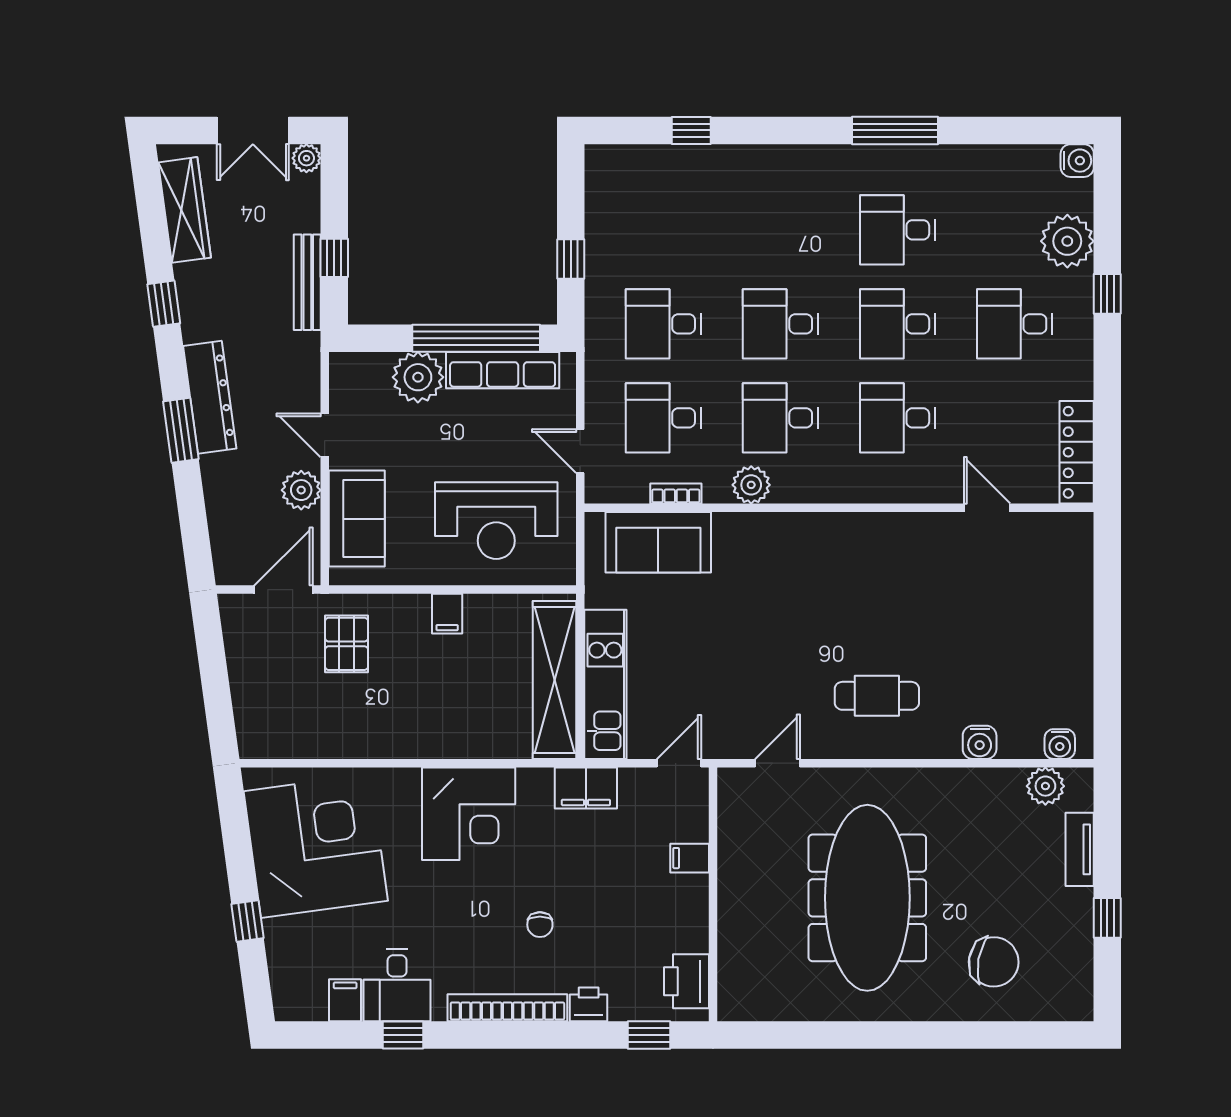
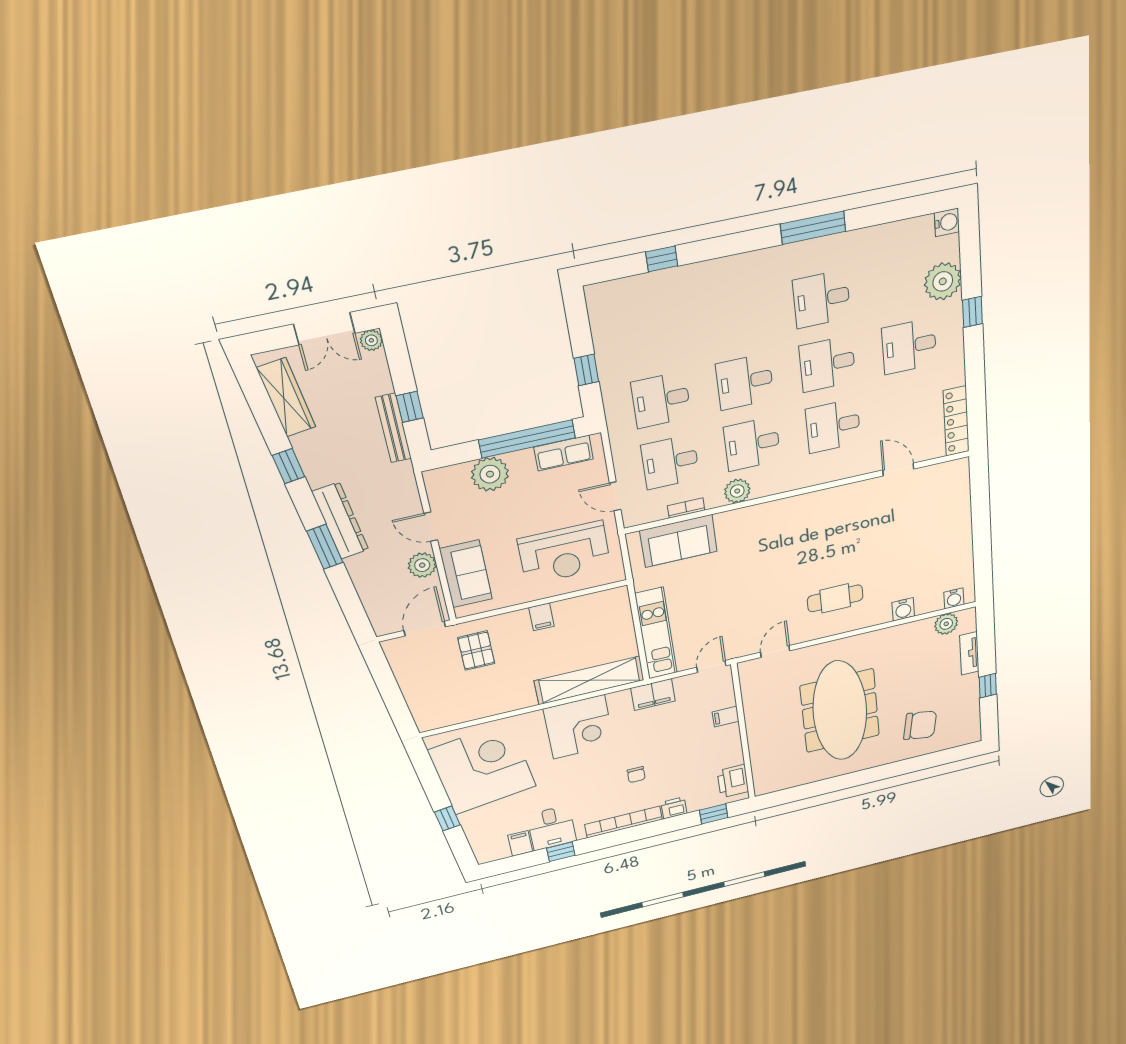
row of seats: (503, 370) -> (564, 453), width x0.68
shelving: (554, 680) -> (589, 680), moved, turned 90

